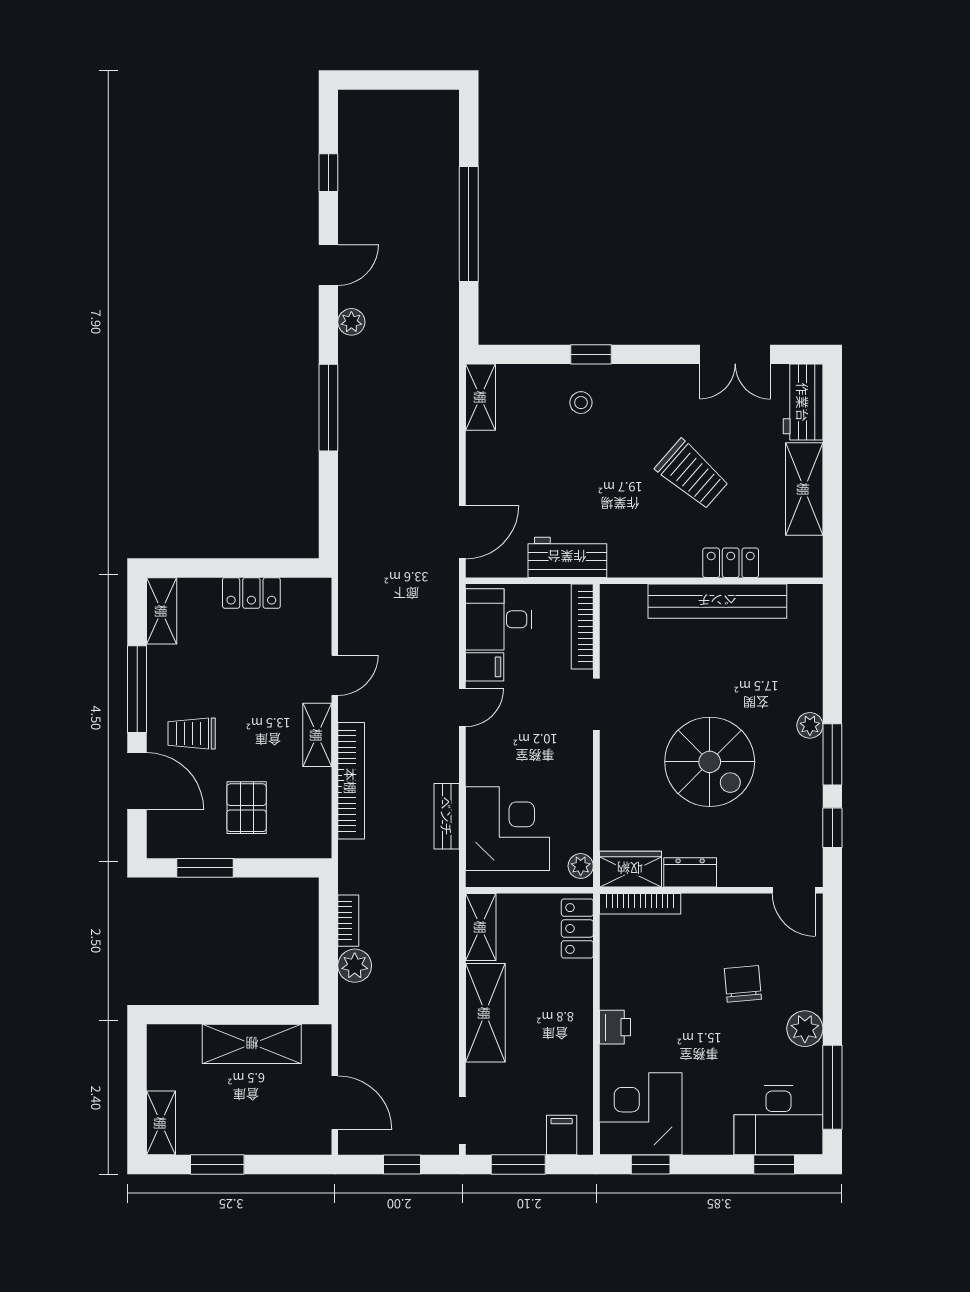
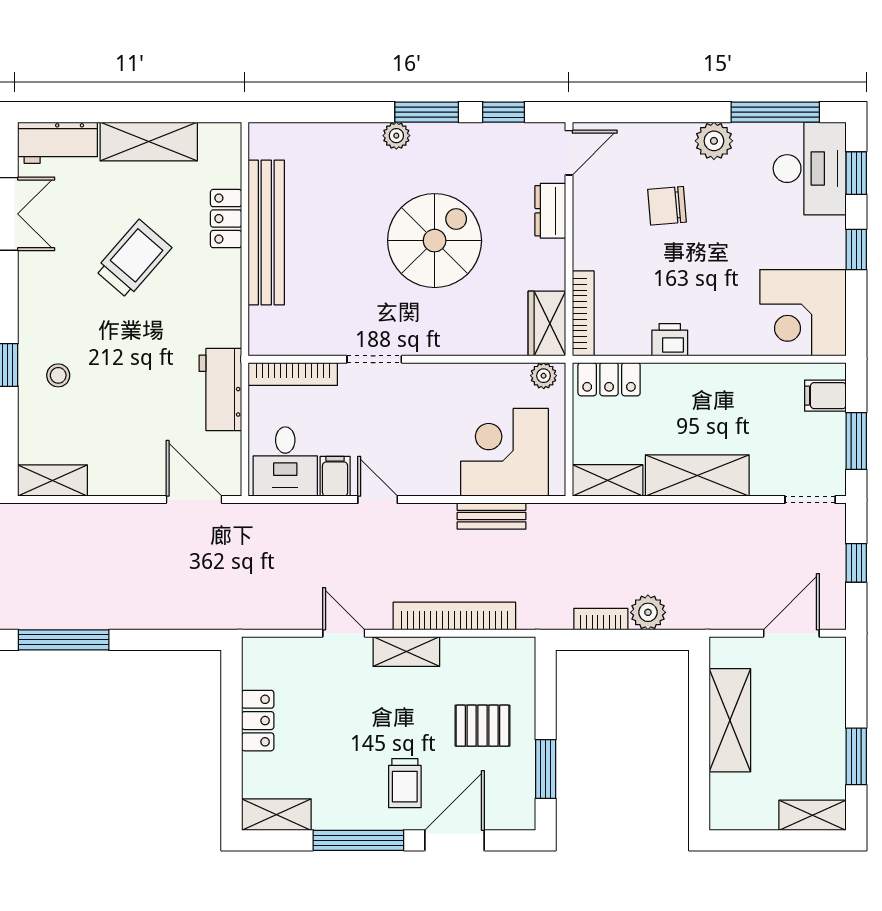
dresser: (690, 872) -> (550, 211), moved
printer: (615, 1027) -> (670, 340), moved
window: (651, 1165) -> (856, 250), moved

